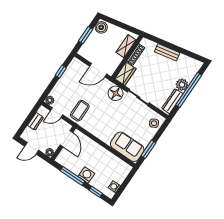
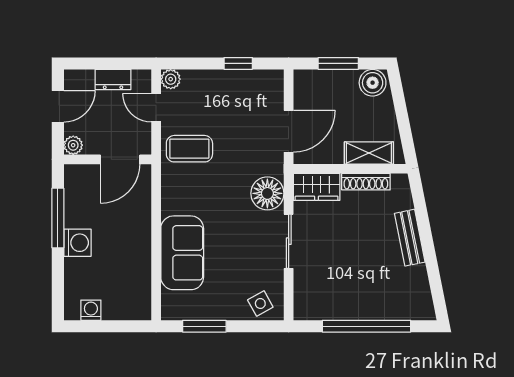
door: (98, 70) -> (289, 131), swing flipped
plant: (182, 85) -> (368, 307), removed
dresser: (172, 101) -> (325, 309), removed
sofa: (127, 147) -> (182, 253), moved
door: (32, 148) -> (58, 106), swing flipped
window: (96, 192) -> (58, 282), removed

